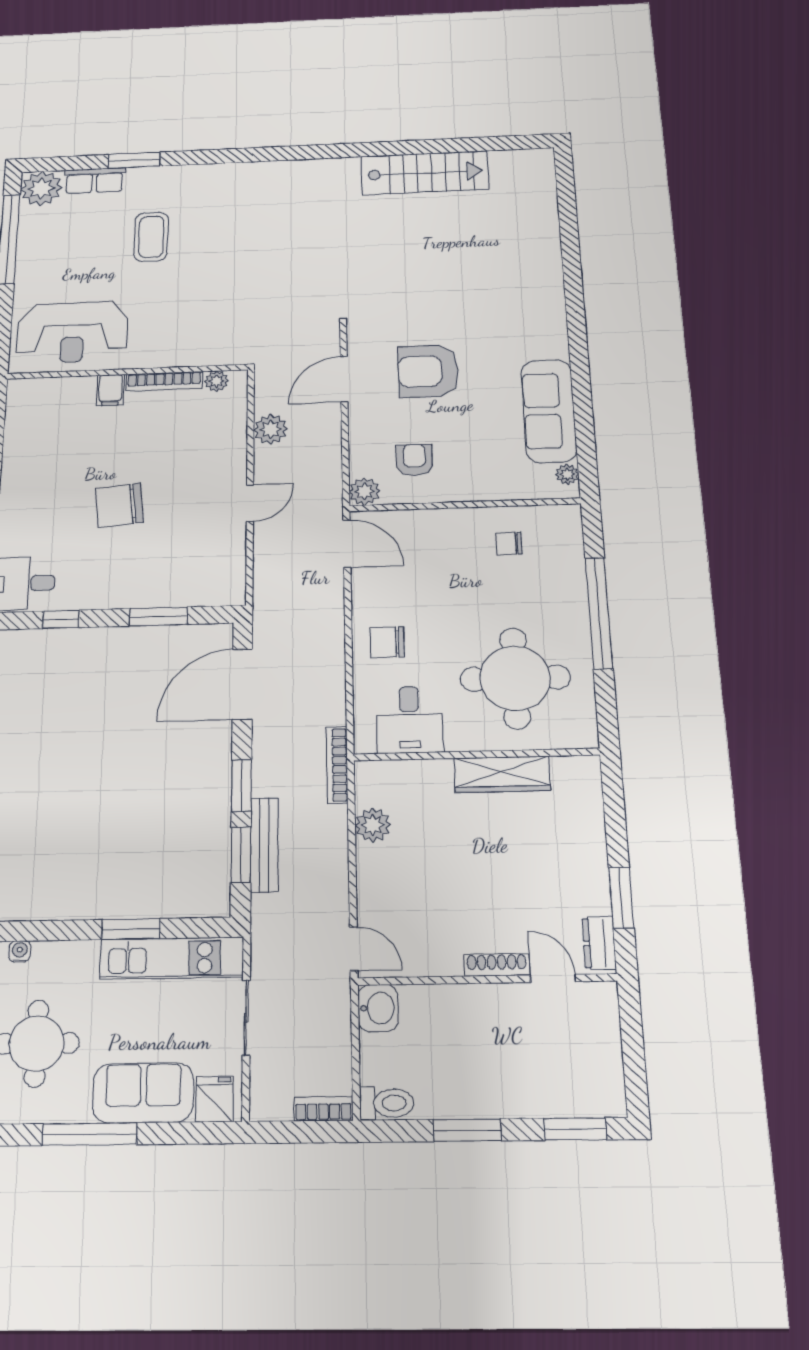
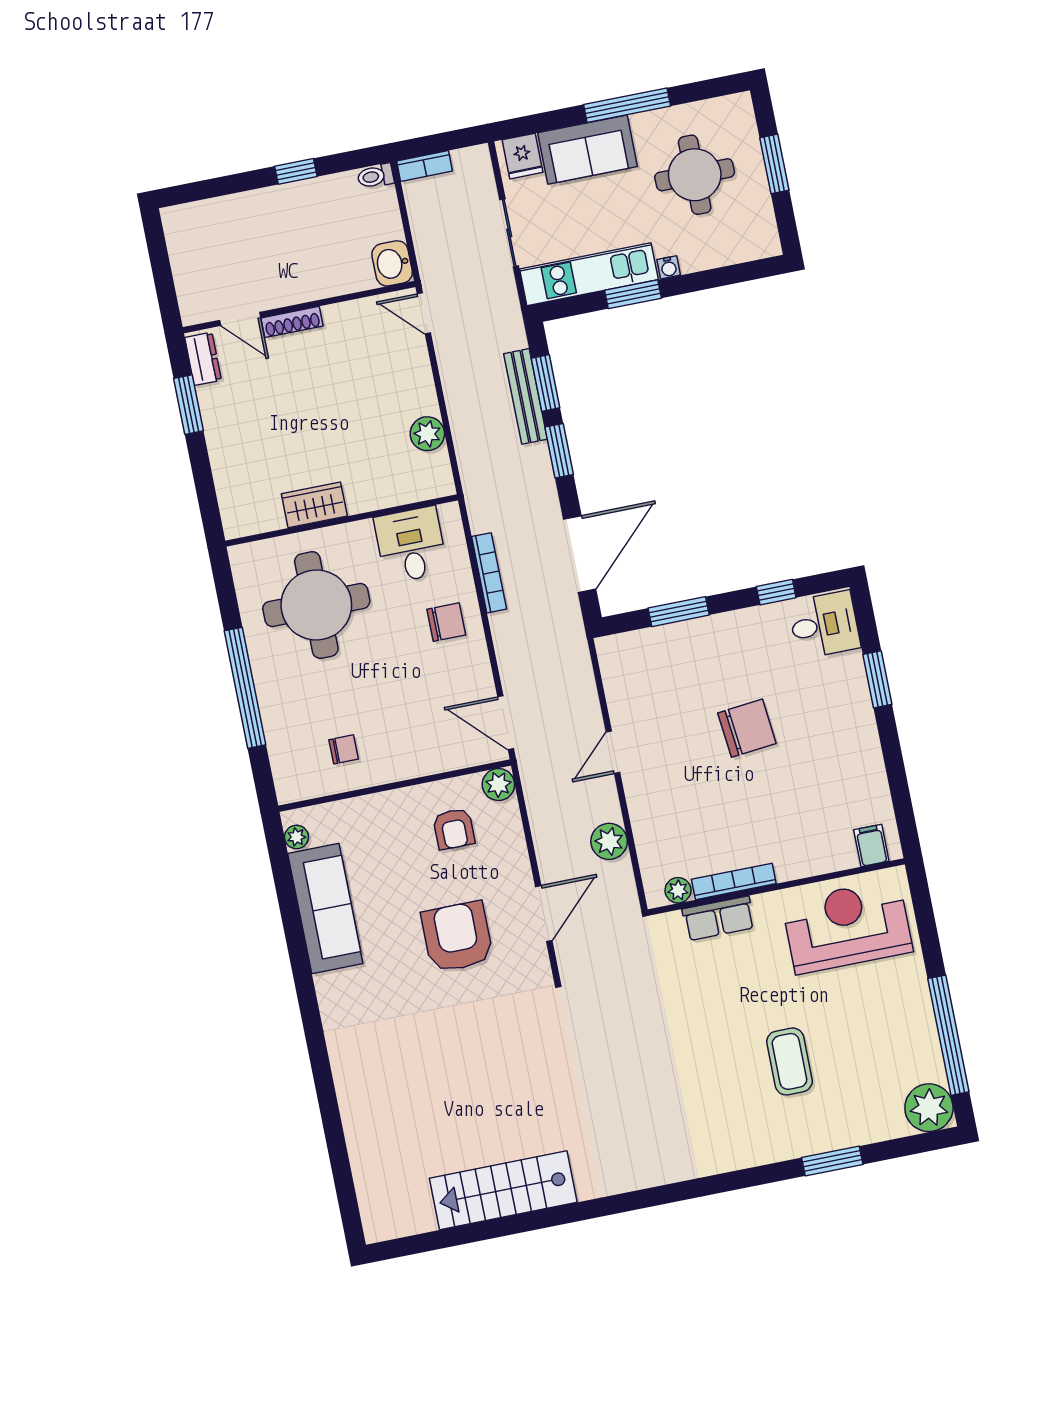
row of seats: (95, 181) -> (719, 918), moved, turned 180
armchair: (428, 371) -> (457, 937), turned -90
filing cabinet: (110, 390) -> (871, 845), moved
bookcase: (337, 765) -> (489, 573), moved
wardrobe: (502, 774) -> (314, 505), width x0.67
water cooler: (20, 951) -> (669, 267), moved
toilet: (387, 1103) -> (376, 176), width x0.73, depth x0.72
window: (575, 1129) -> (203, 190), removed
window: (467, 1130) -> (296, 171), width x0.67

